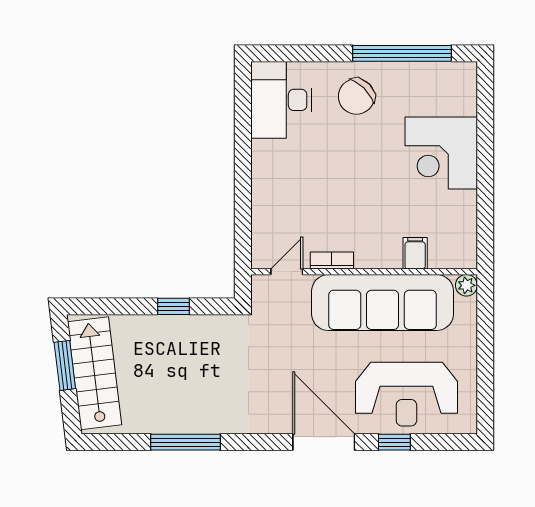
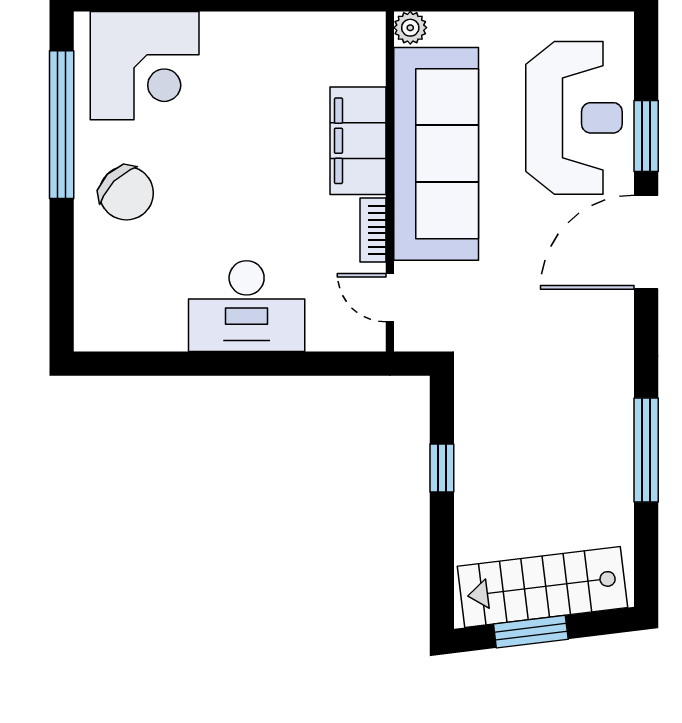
desk: (281, 100) -> (247, 306), moved
corner desk: (441, 153) -> (145, 66), moved
filing cabinet: (415, 253) -> (358, 141), width x3.00, depth x1.17
window: (394, 442) -> (646, 136), width x1.50

